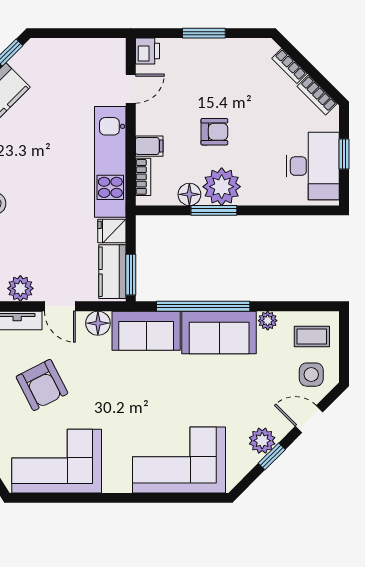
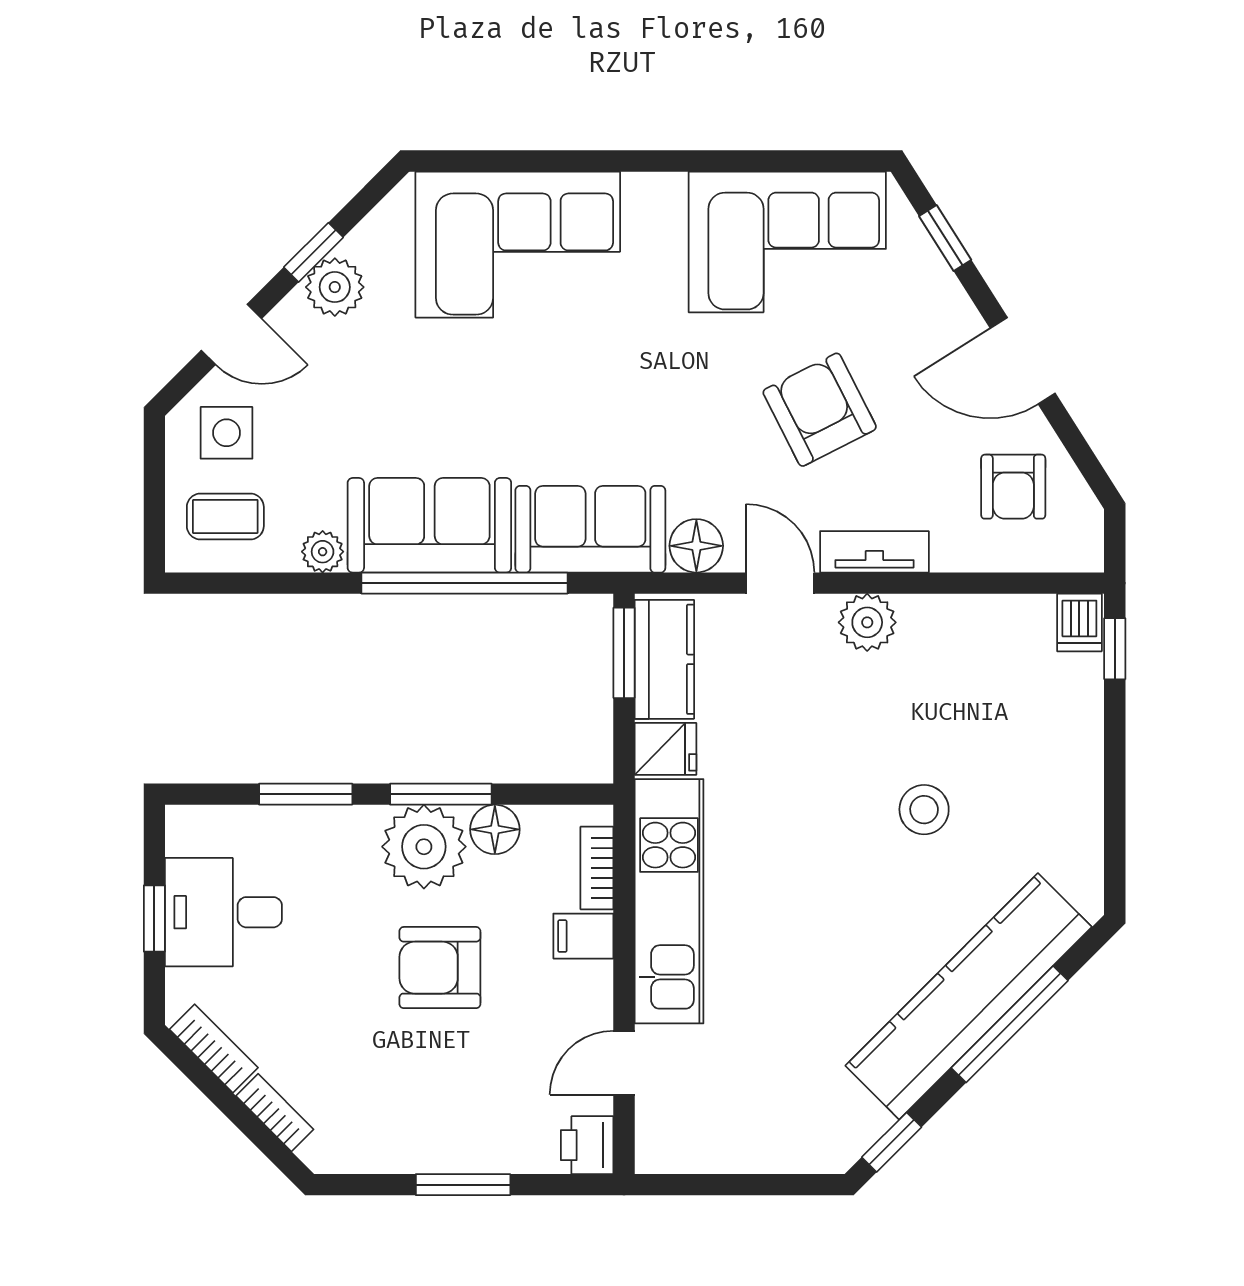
armchair: (214, 132) -> (440, 968), width x1.38, depth x1.38
desk: (313, 166) -> (223, 912), width x0.73
window: (275, 210) -> (306, 794), added

